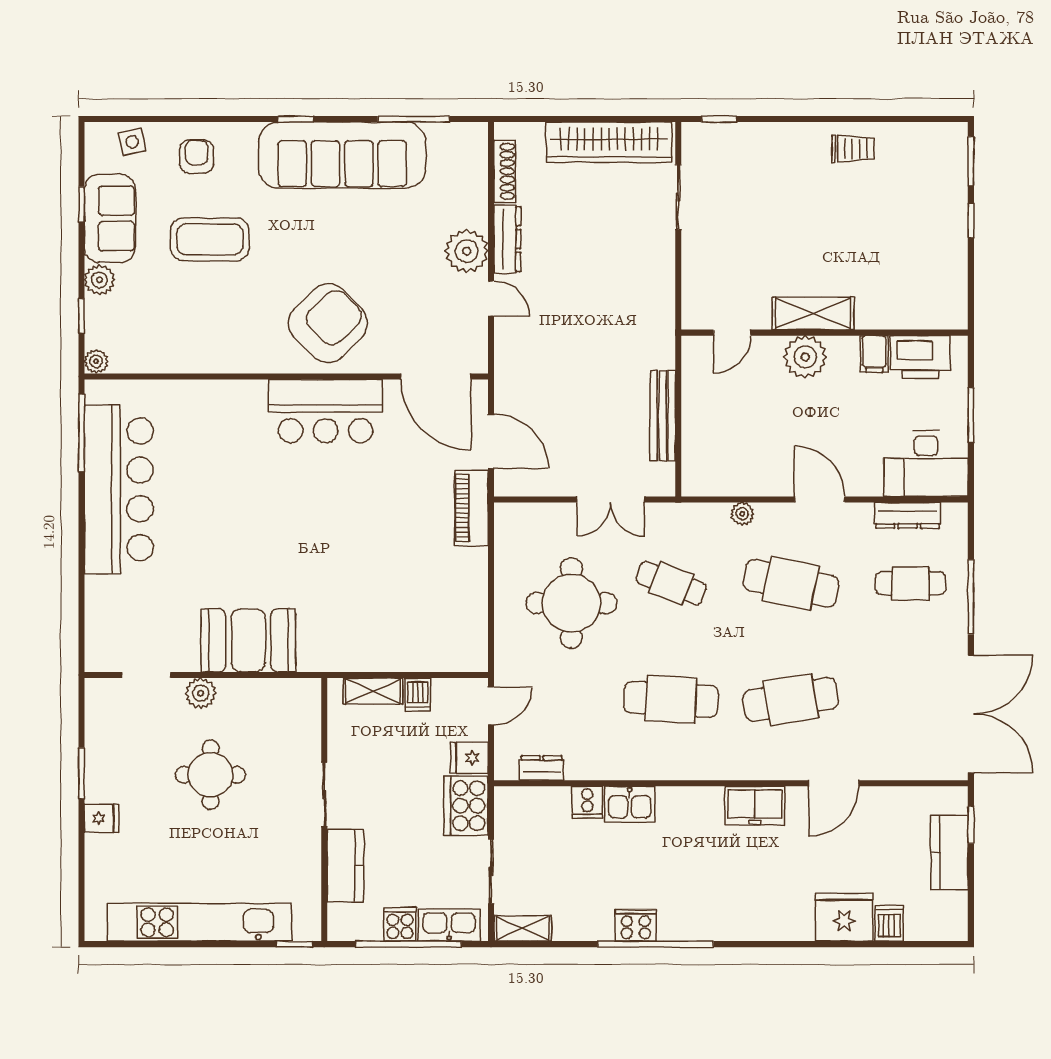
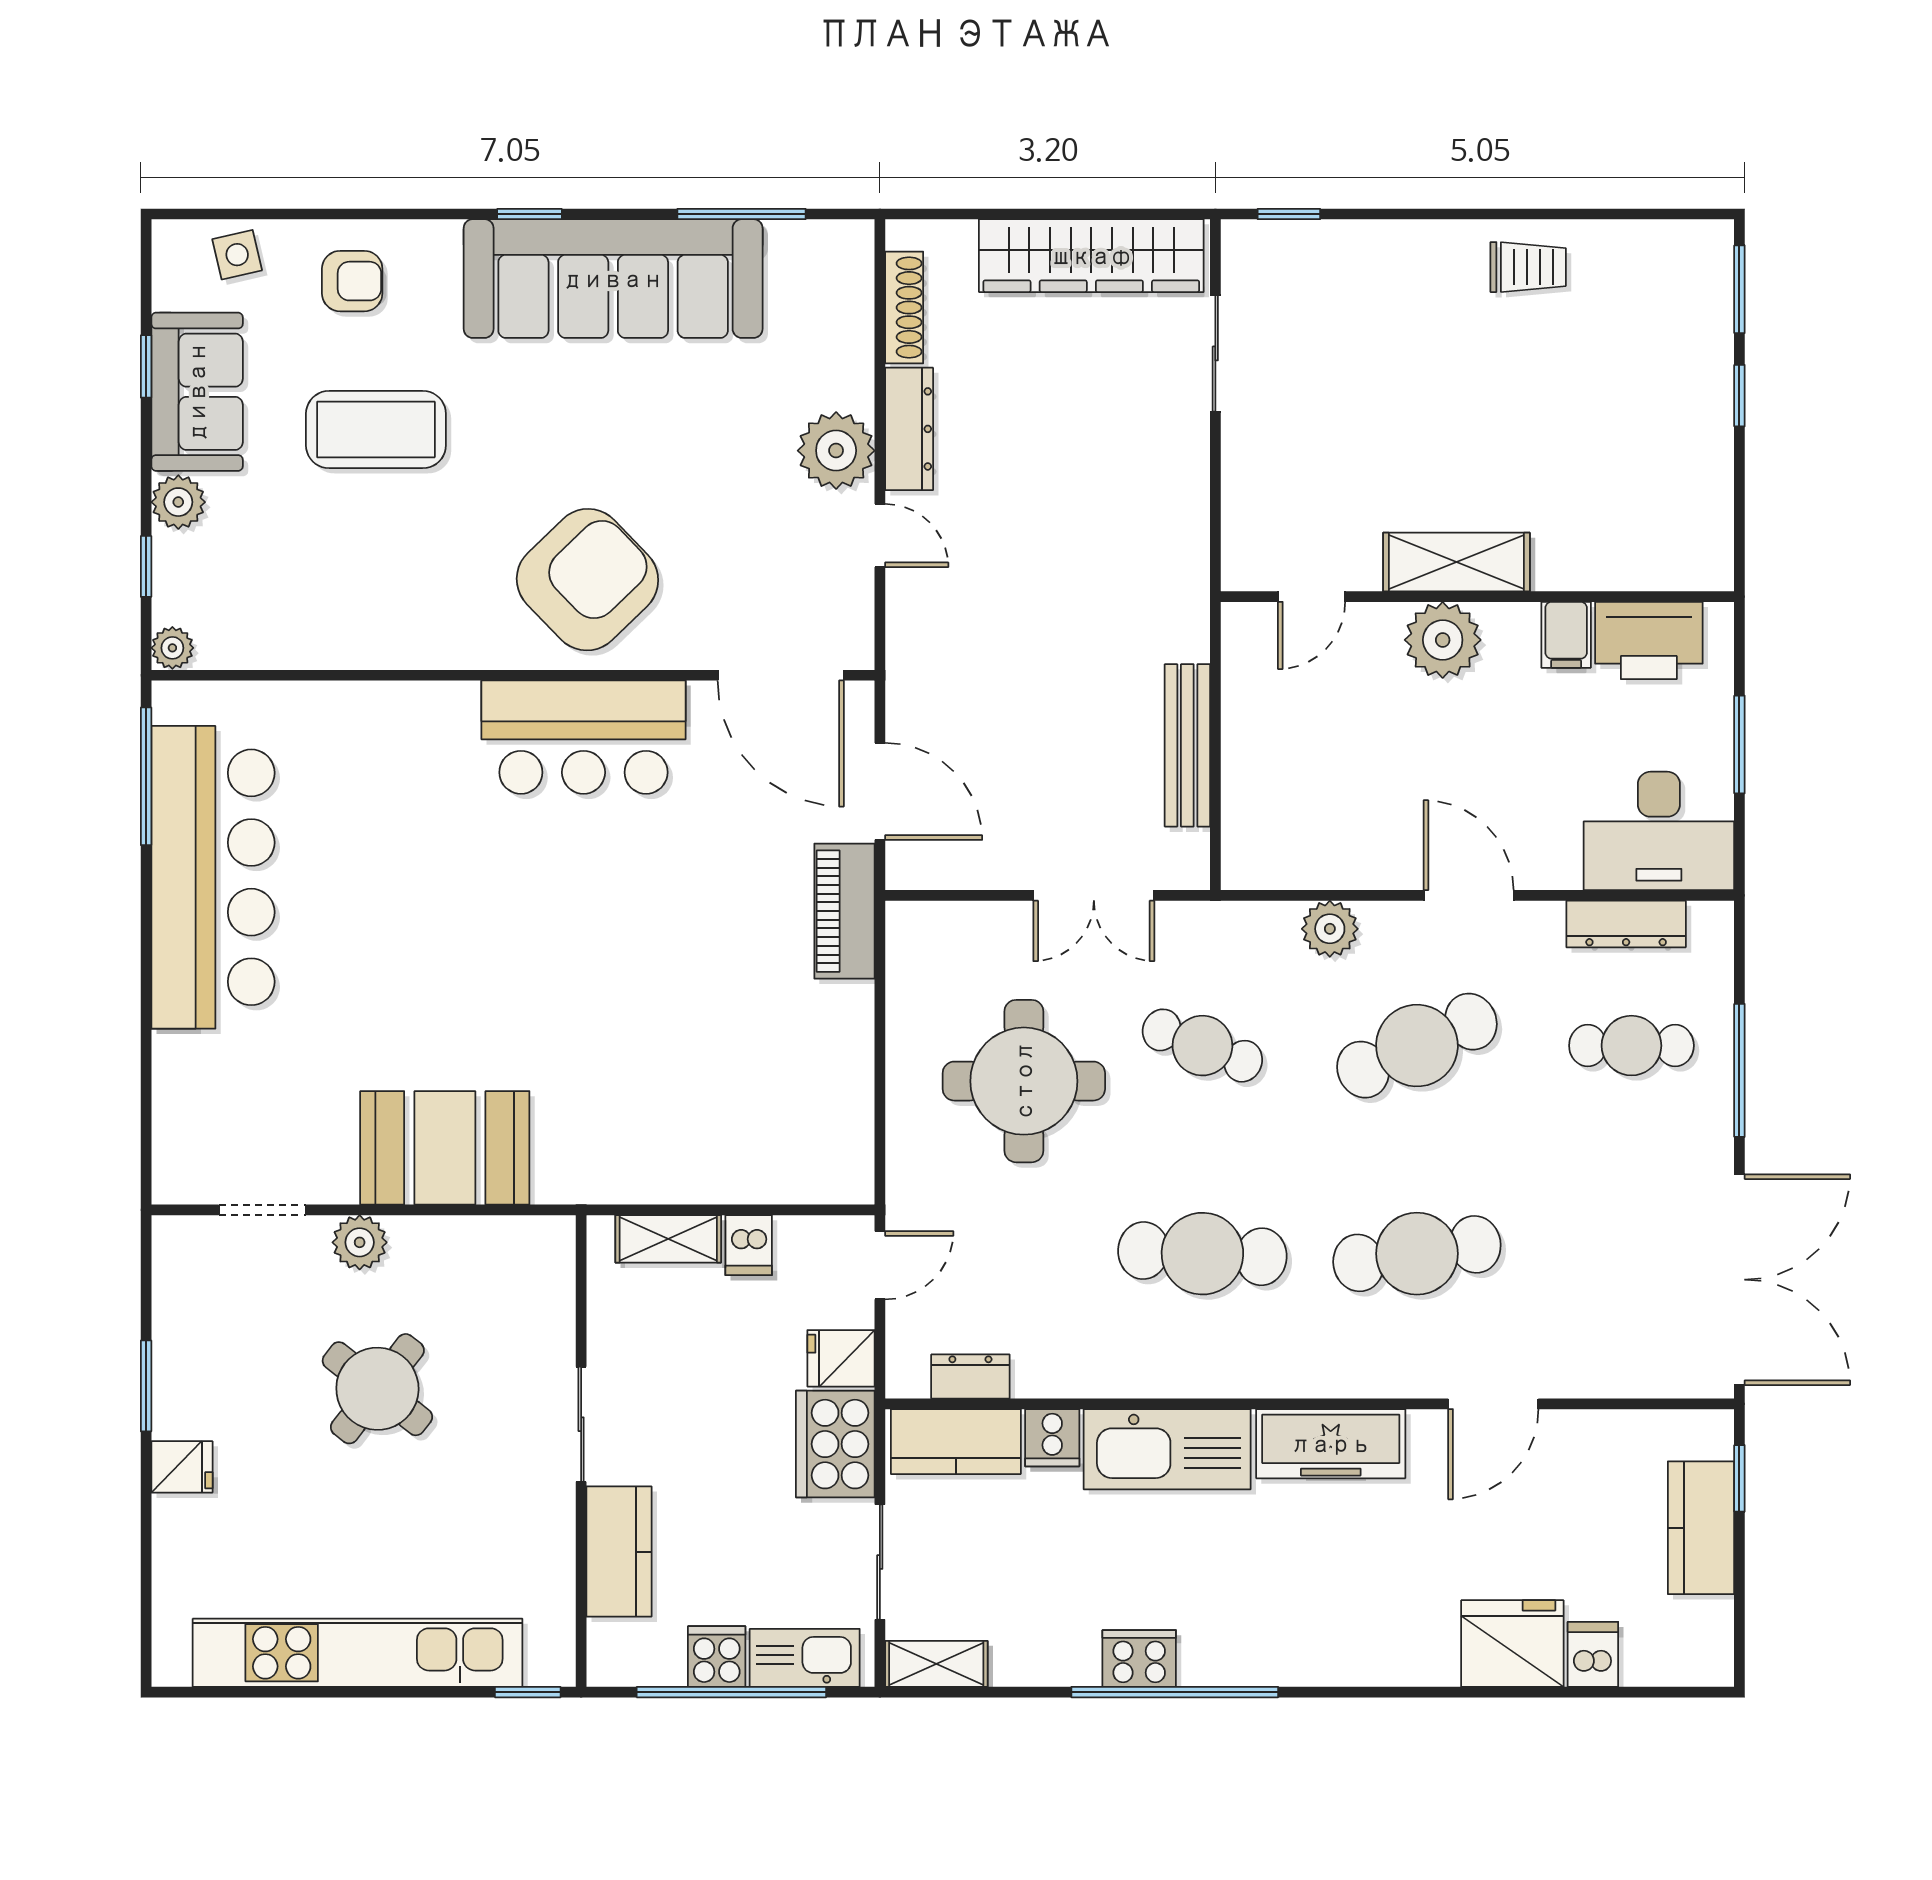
armchair: (196, 157) -> (352, 281), turned 90
plant: (742, 514) -> (1330, 929), width x1.38, depth x1.38
cafe table: (791, 583) -> (1417, 1046), turned -36
round table: (211, 775) -> (377, 1389), turned 38
kitchen counter: (533, 804) -> (956, 1442), added
kitchen sink: (630, 804) -> (1167, 1449), width x1.87, depth x1.24
freezer: (755, 805) -> (1331, 1444), width x1.40

